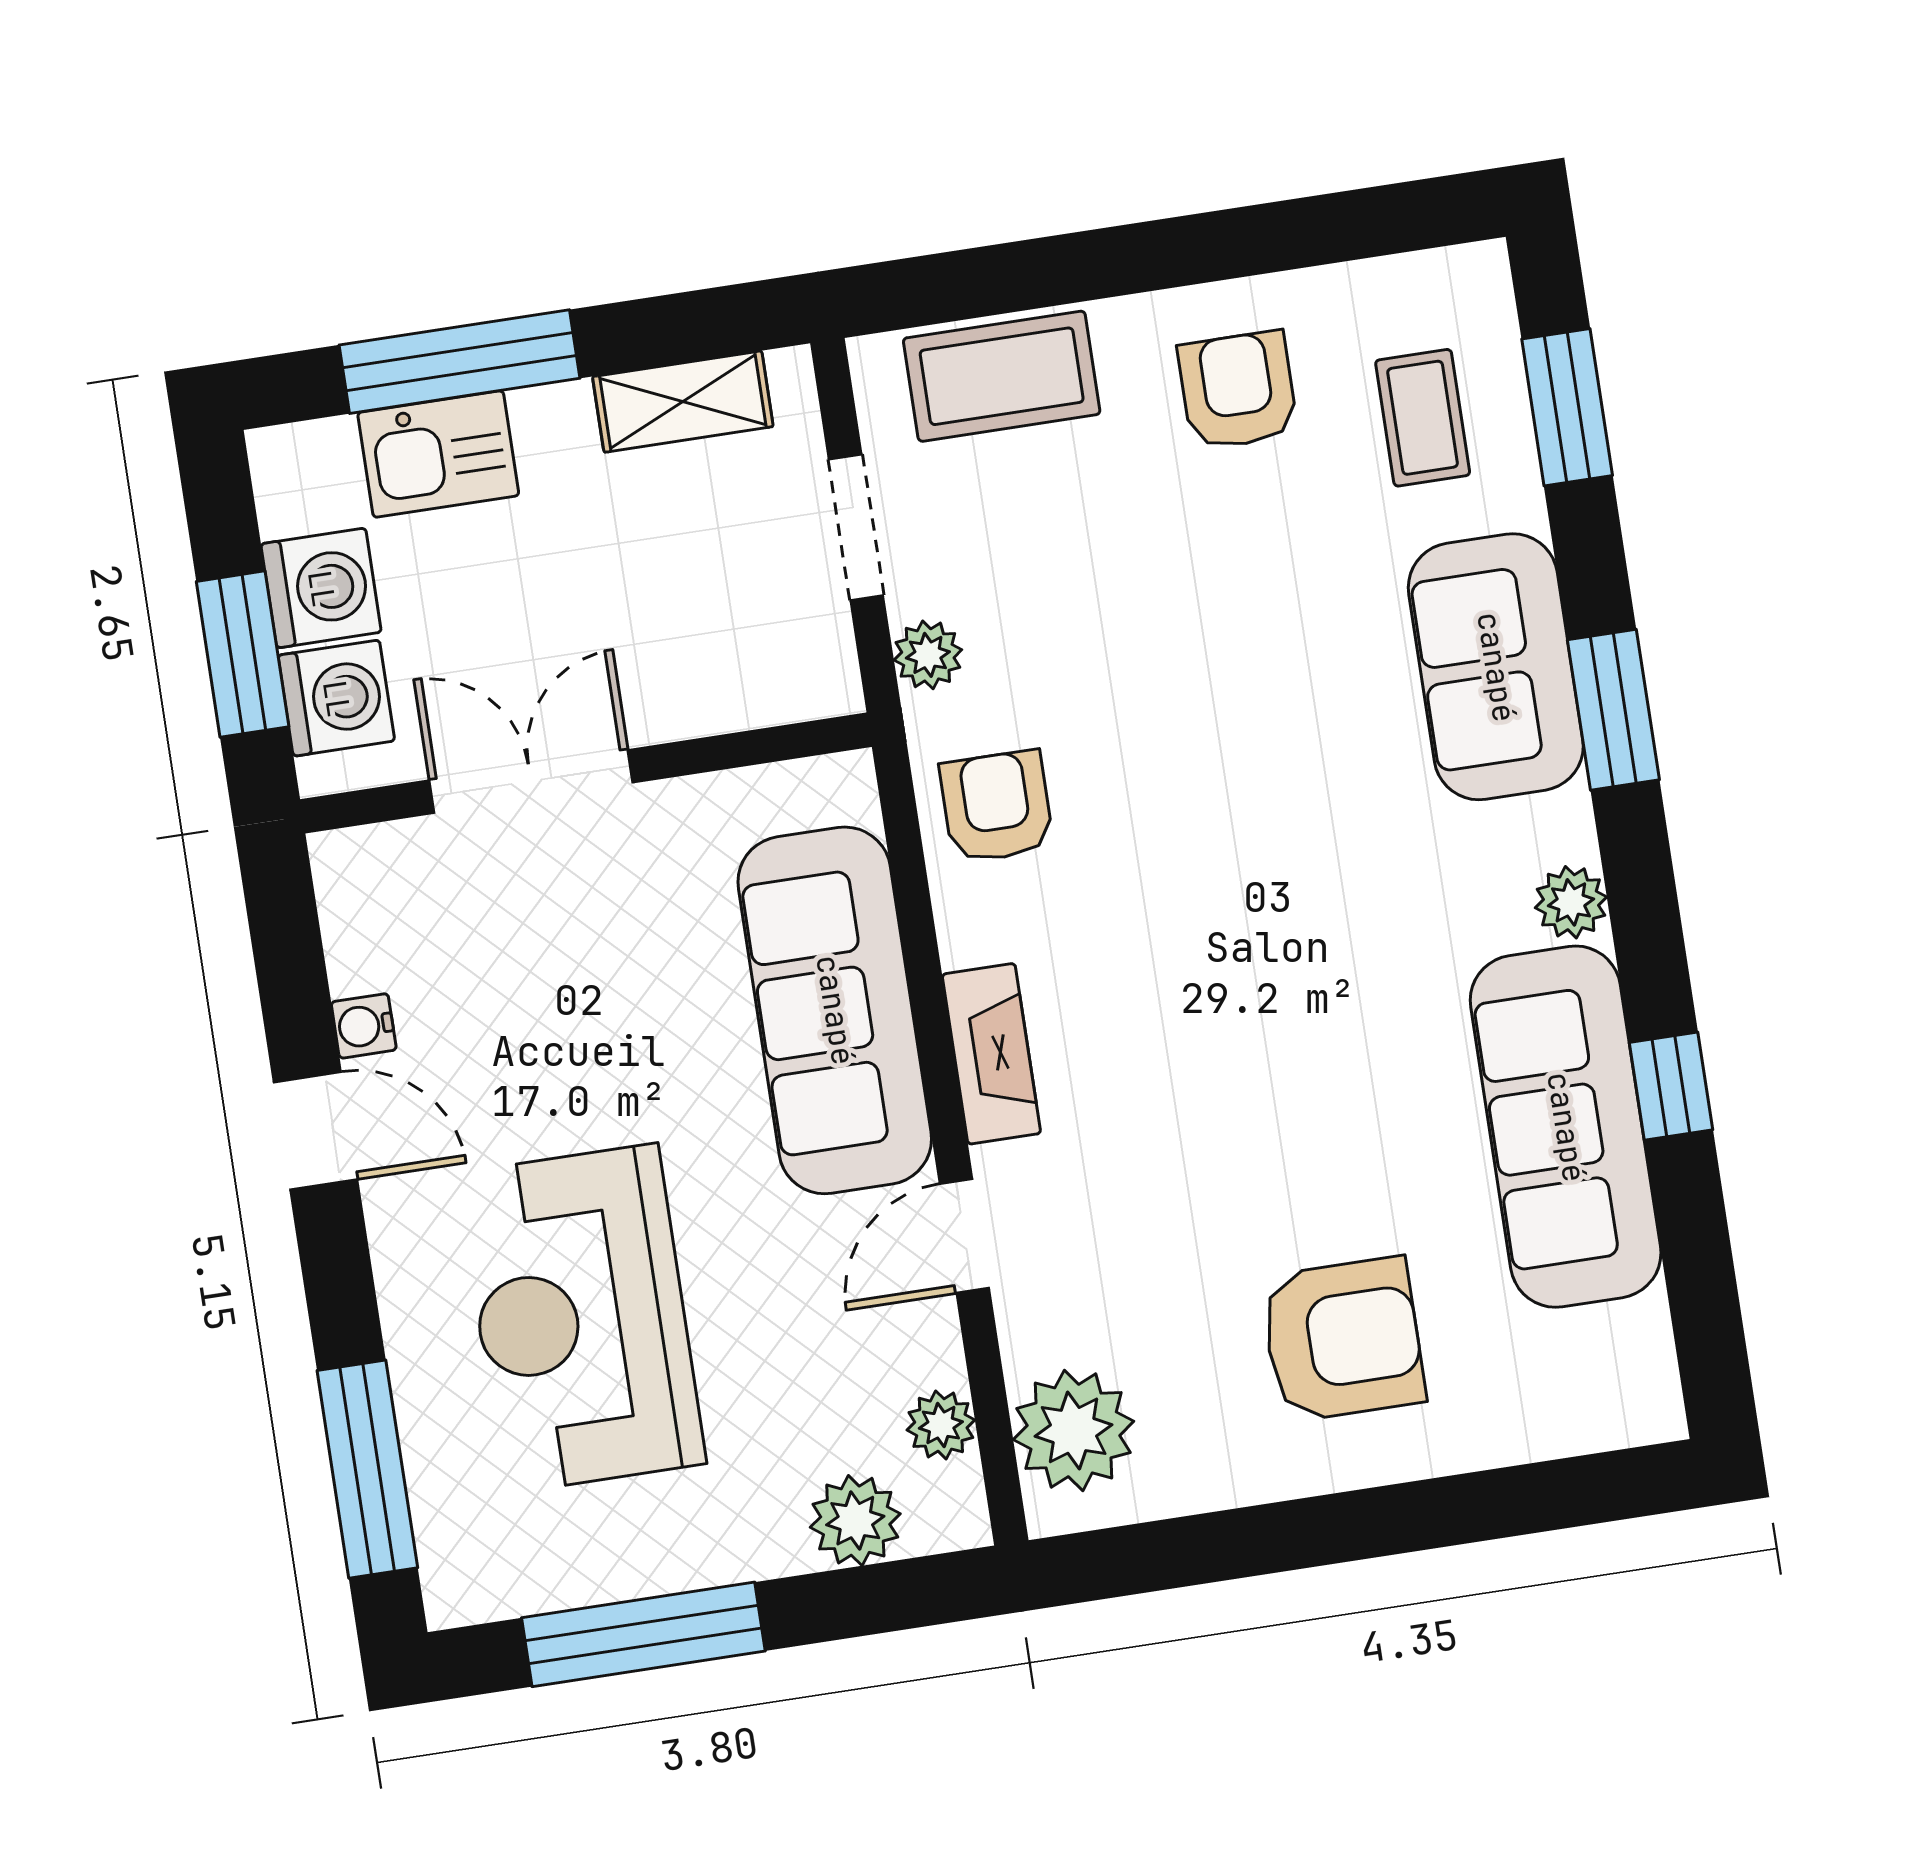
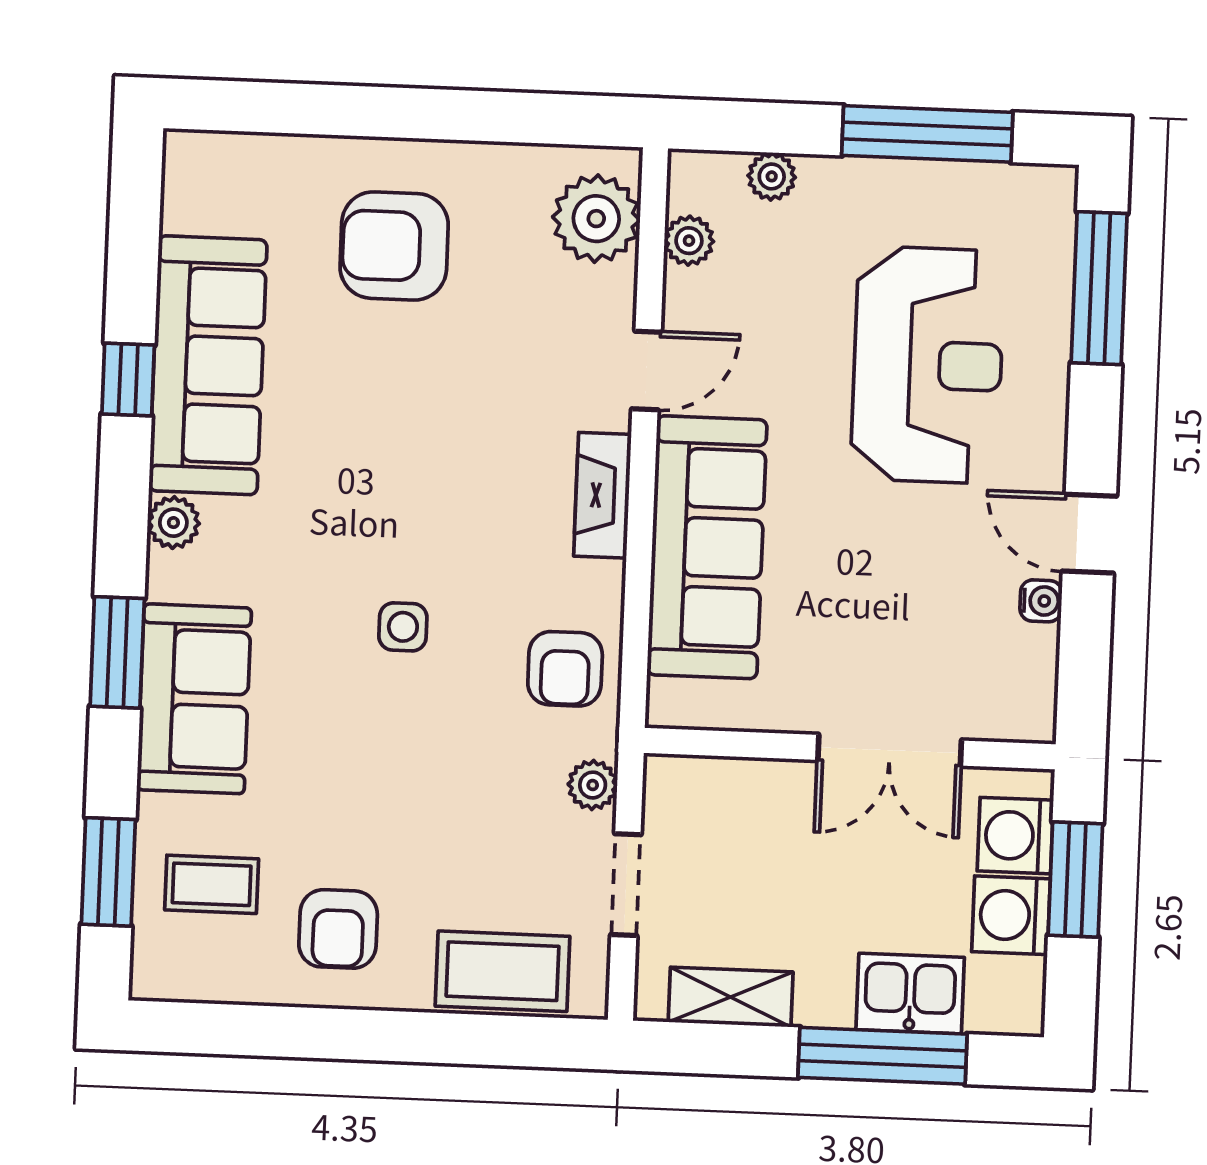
coffee table: (1423, 418) -> (212, 884), turned 90
side table: (1229, 821) -> (403, 627), added
plant: (855, 1521) -> (772, 176), width x0.73, depth x0.73

